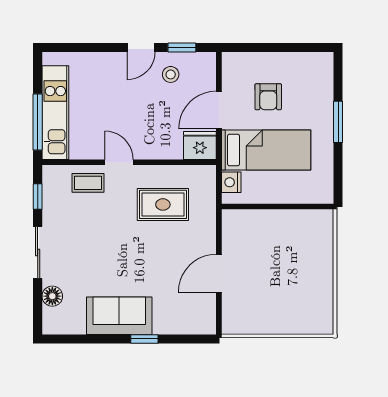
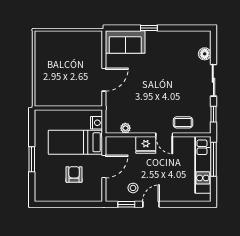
fridge: (200, 145) -> (146, 145), moved
plant: (183, 173) -> (125, 128), added
rug: (163, 204) -> (138, 109), removed
door: (219, 273) -> (104, 80), moved
sofa: (119, 316) -> (125, 42), moved

